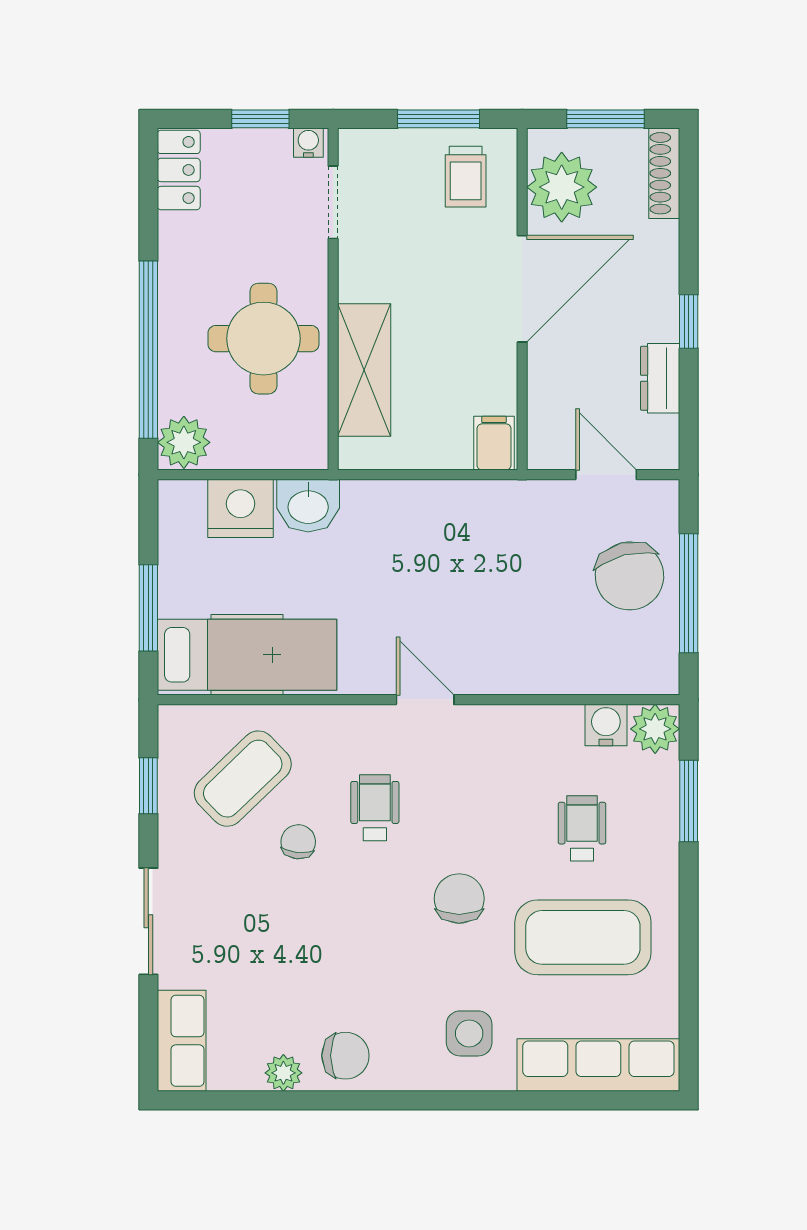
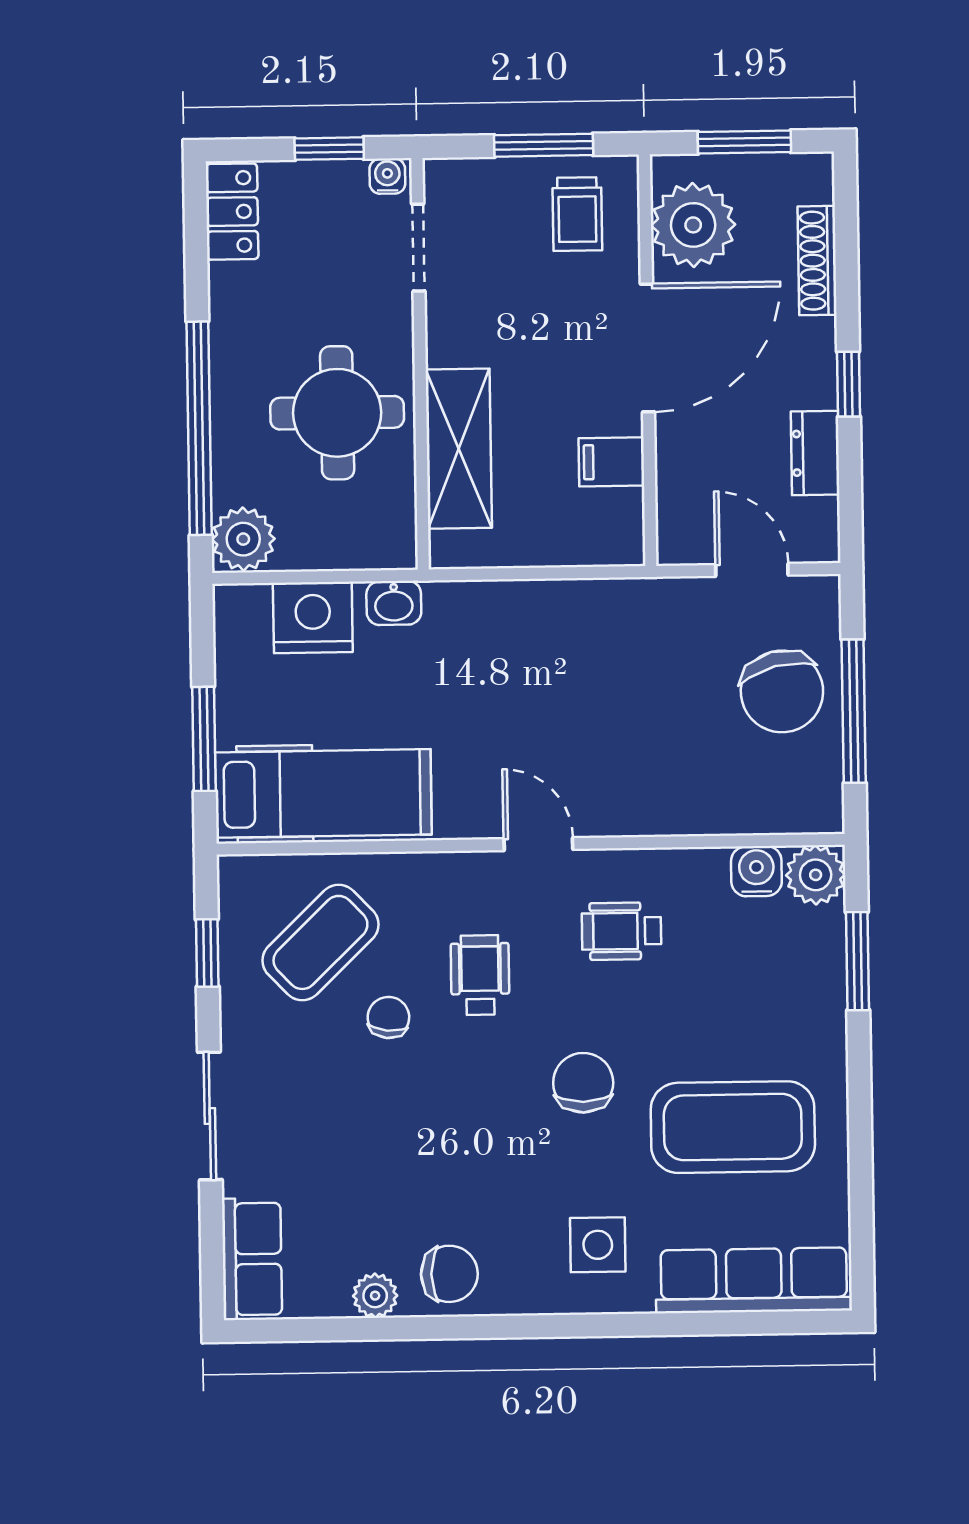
shoe rack: (664, 173) -> (817, 261), moved
filing cabinet: (494, 443) -> (611, 462), moved, turned -90
washbasin: (308, 506) -> (394, 603), width x0.72, depth x0.69
wheelchair: (582, 828) -> (622, 931), moved, turned -90

